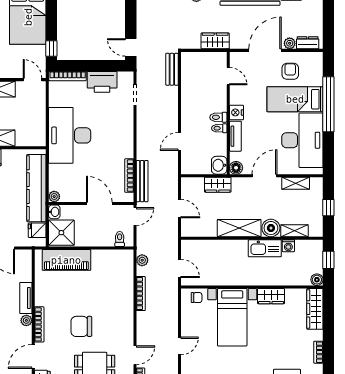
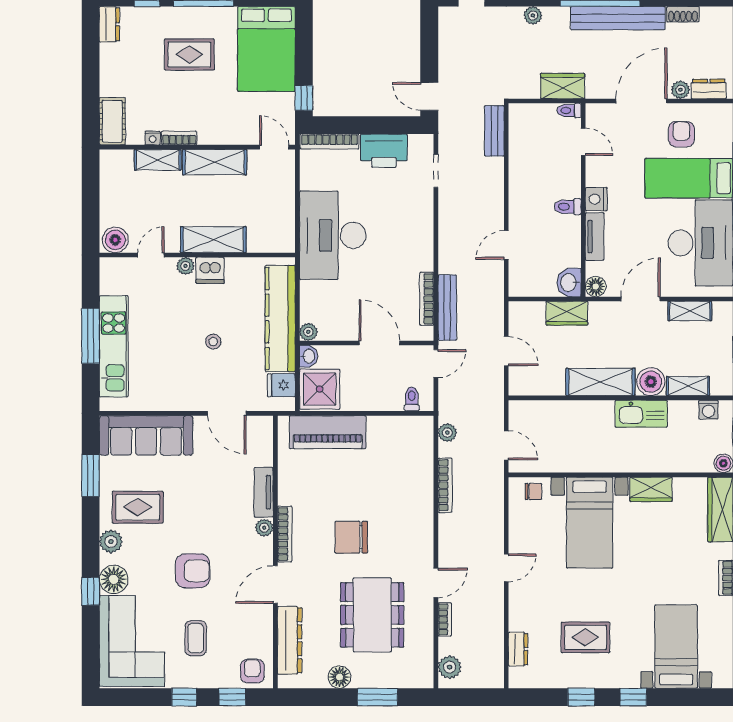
toilet: (219, 128) -> (569, 111), moved
washing machine: (288, 246) -> (708, 410), moved

